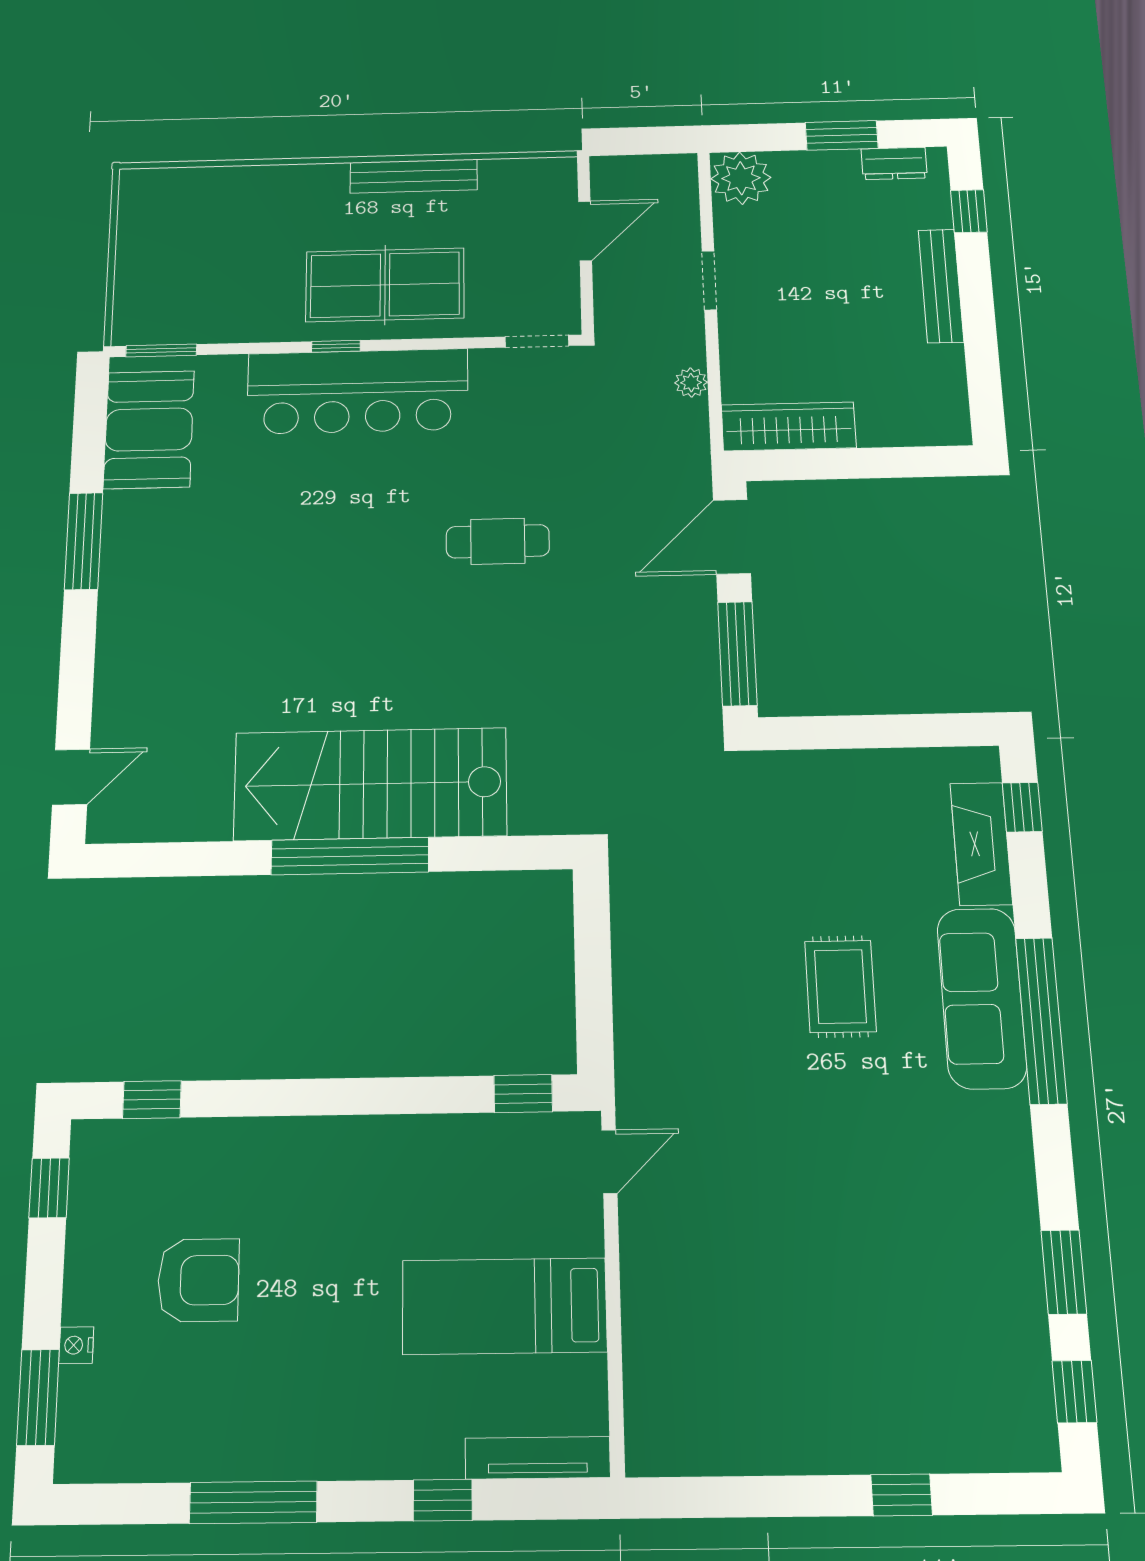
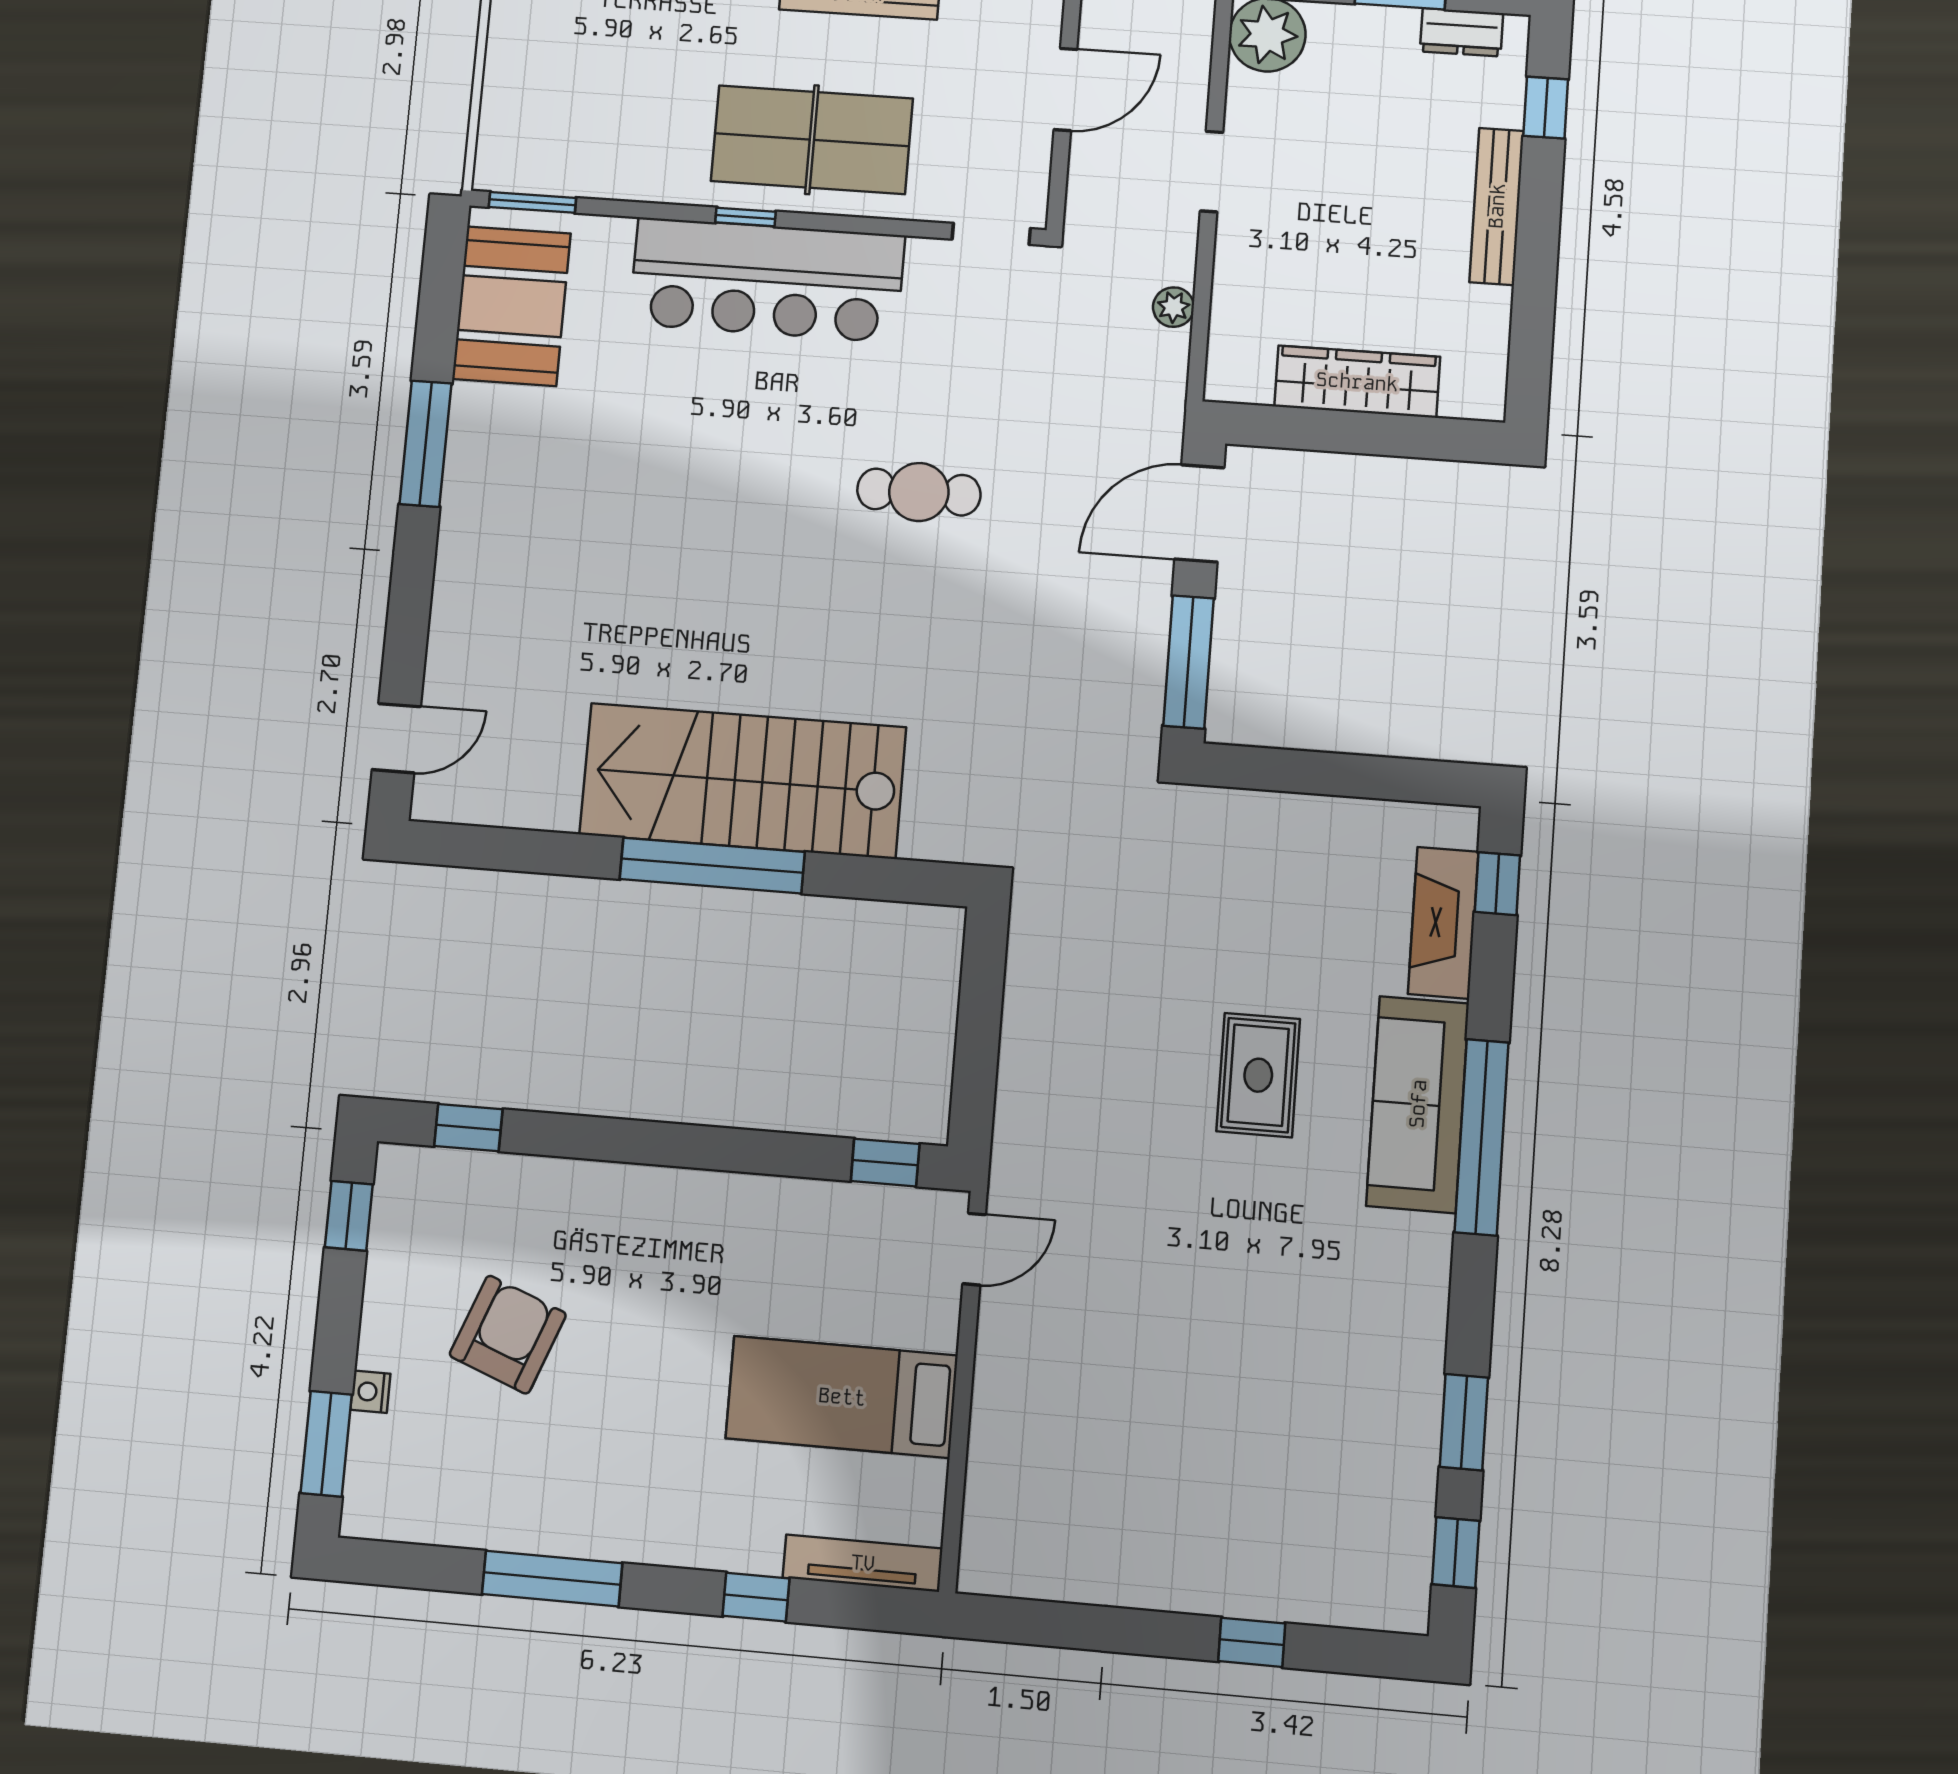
wardrobe: (789, 426) -> (1357, 382), moved
armchair: (198, 1280) -> (508, 1335), turned -69

